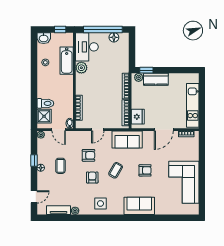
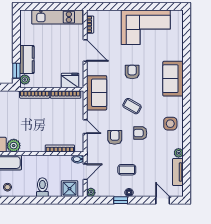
toilet: (45, 103) -> (42, 187), moved

